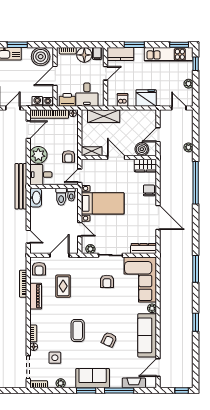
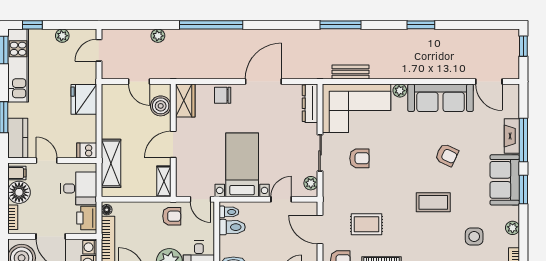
dishwasher: (122, 100) -> (87, 150), moved
bench: (164, 276) -> (351, 72), added
fireplace: (134, 383) -> (512, 136), moved

